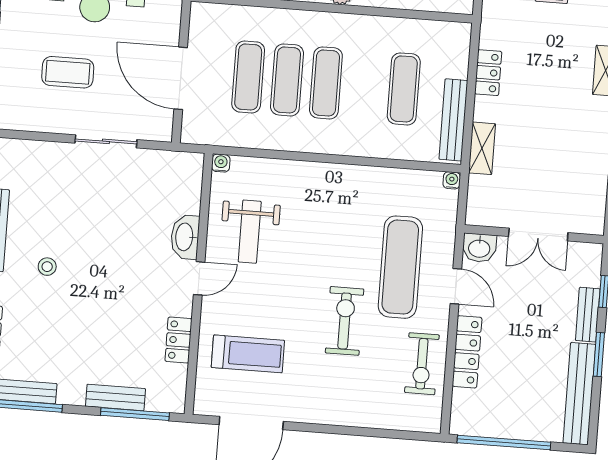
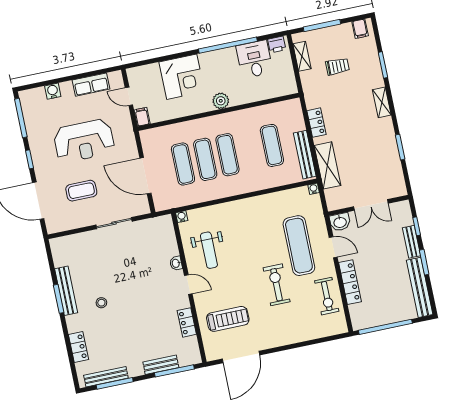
shelving: (482, 148) -> (328, 165), width x1.50, depth x1.33
washbasin: (185, 237) -> (176, 263), width x0.52, depth x0.69
door: (199, 278) -> (188, 285), hinge flipped

